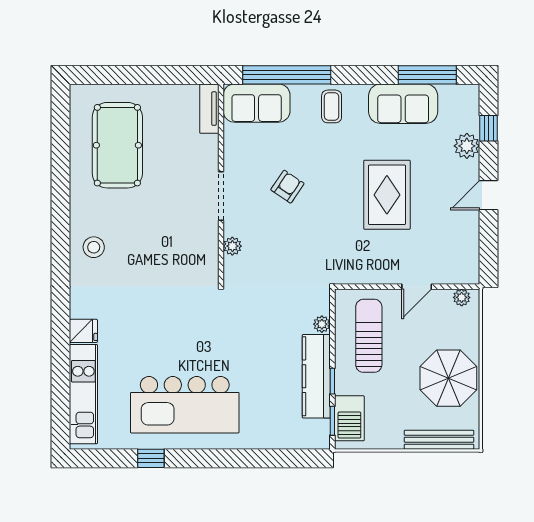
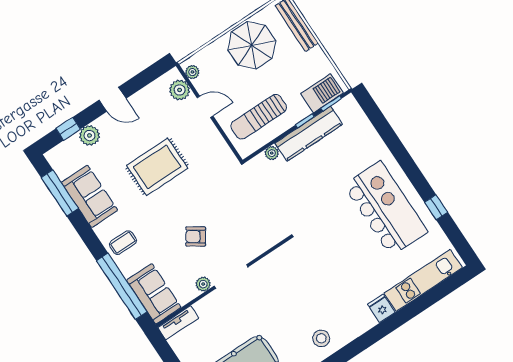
plant: (232, 246) -> (203, 284), moved
plant: (452, 272) -> (180, 90), added

